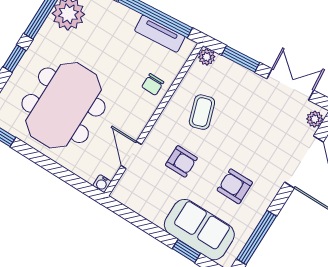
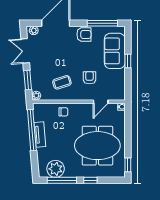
tv unit: (160, 34) -> (40, 134), moved
armchair: (235, 186) -> (84, 34), moved, turned -90
window: (186, 251) -> (128, 61), moved

